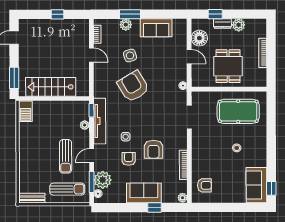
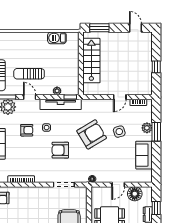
barbecue: (25, 111) -> (57, 38), moved
armchair: (153, 149) -> (60, 150), moved

